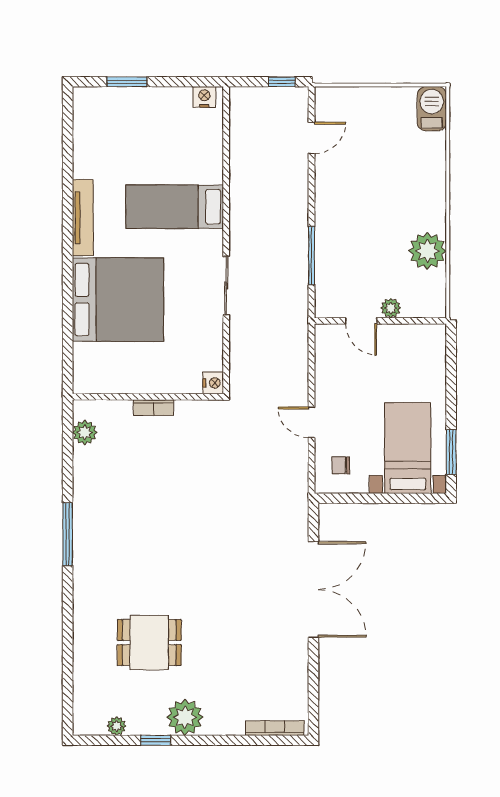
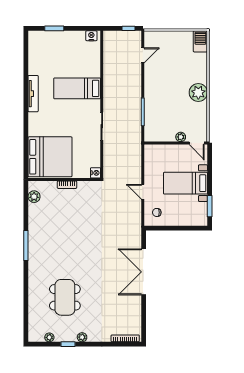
plant: (427, 251) -> (198, 93), moved
bed: (118, 300) -> (50, 157), moved
door: (361, 321) -> (197, 143), moved
bed with nightstands: (408, 448) -> (186, 183), moved, turned -90
double door: (313, 589) -> (144, 272), swing flipped
dining table: (149, 642) -> (65, 297), width x1.38
plant: (185, 717) -> (82, 337), width x0.53, depth x0.53

